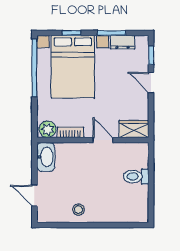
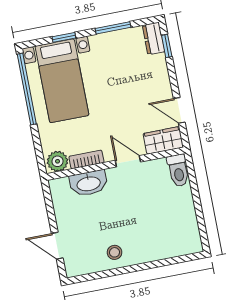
dresser: (122, 42) -> (154, 39), moved, turned 90
bed with nightstands: (73, 67) -> (62, 81), width x0.73
door: (151, 83) -> (179, 110), moved
washbasin: (46, 157) -> (89, 183), moved, turned 90
toilet: (136, 176) -> (178, 170), moved, turned -90

